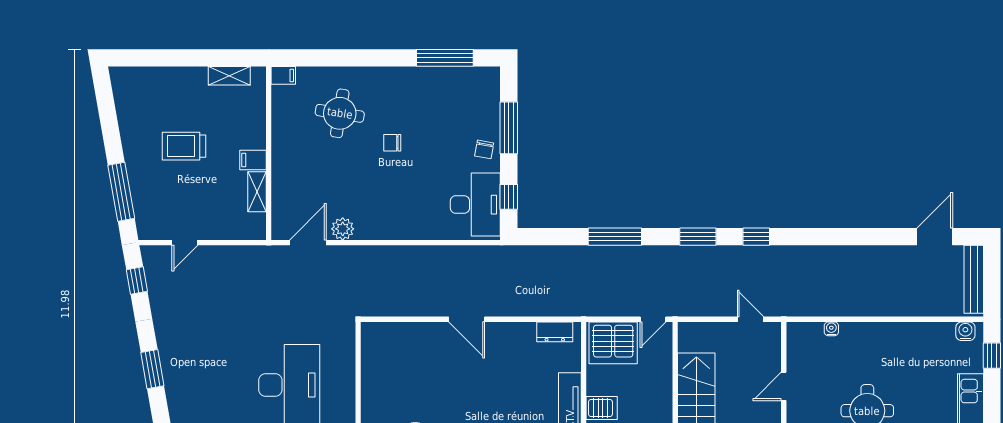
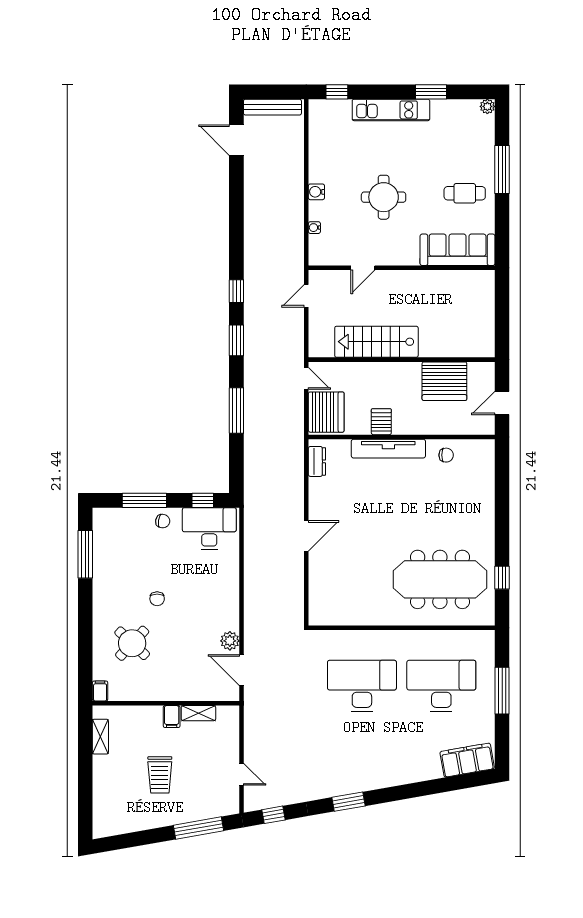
round table: (340, 113) -> (132, 643), turned 34
water cooler: (965, 331) -> (316, 192), moved
door: (784, 386) -> (363, 268), hinge flipped

